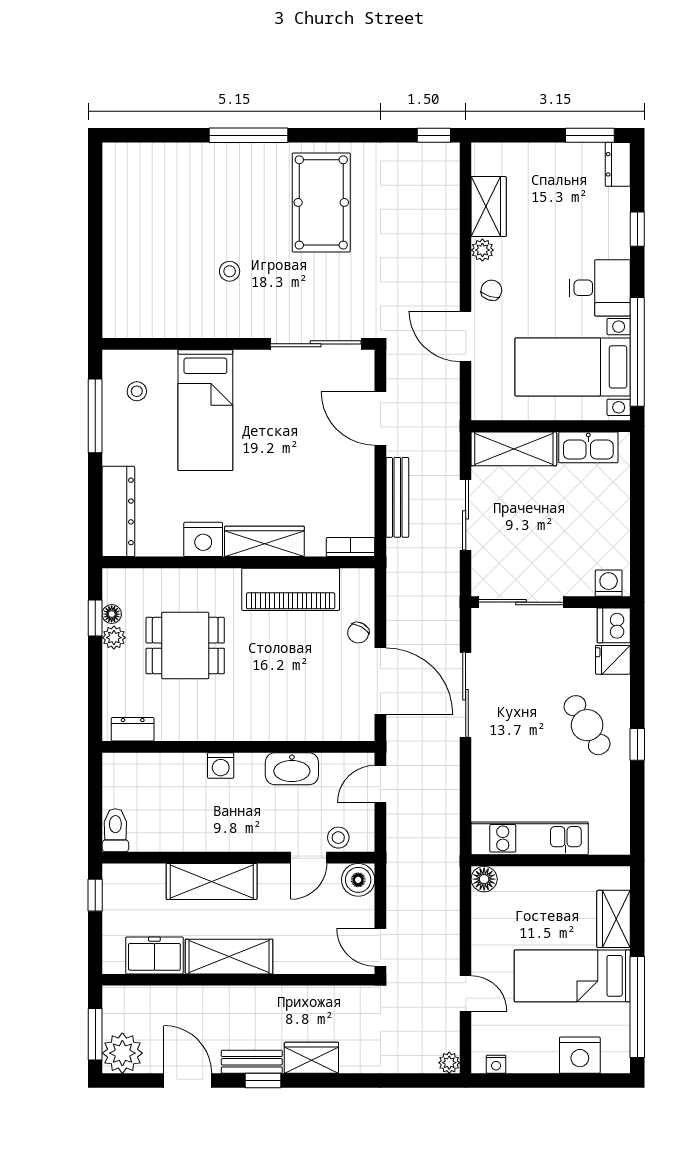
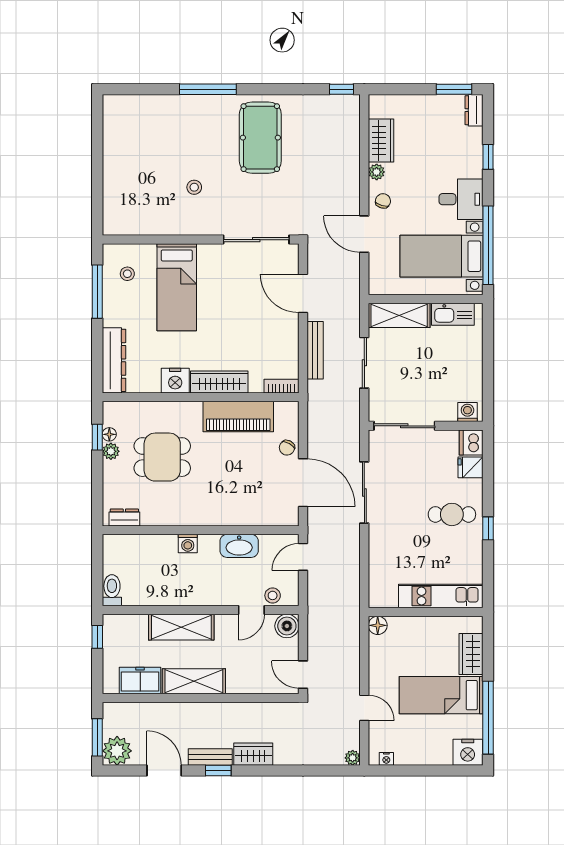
cafe table: (587, 725) -> (452, 514), turned -58
kitchen unit: (530, 838) -> (441, 596), moved
nightstand: (580, 1055) -> (468, 752), moved

